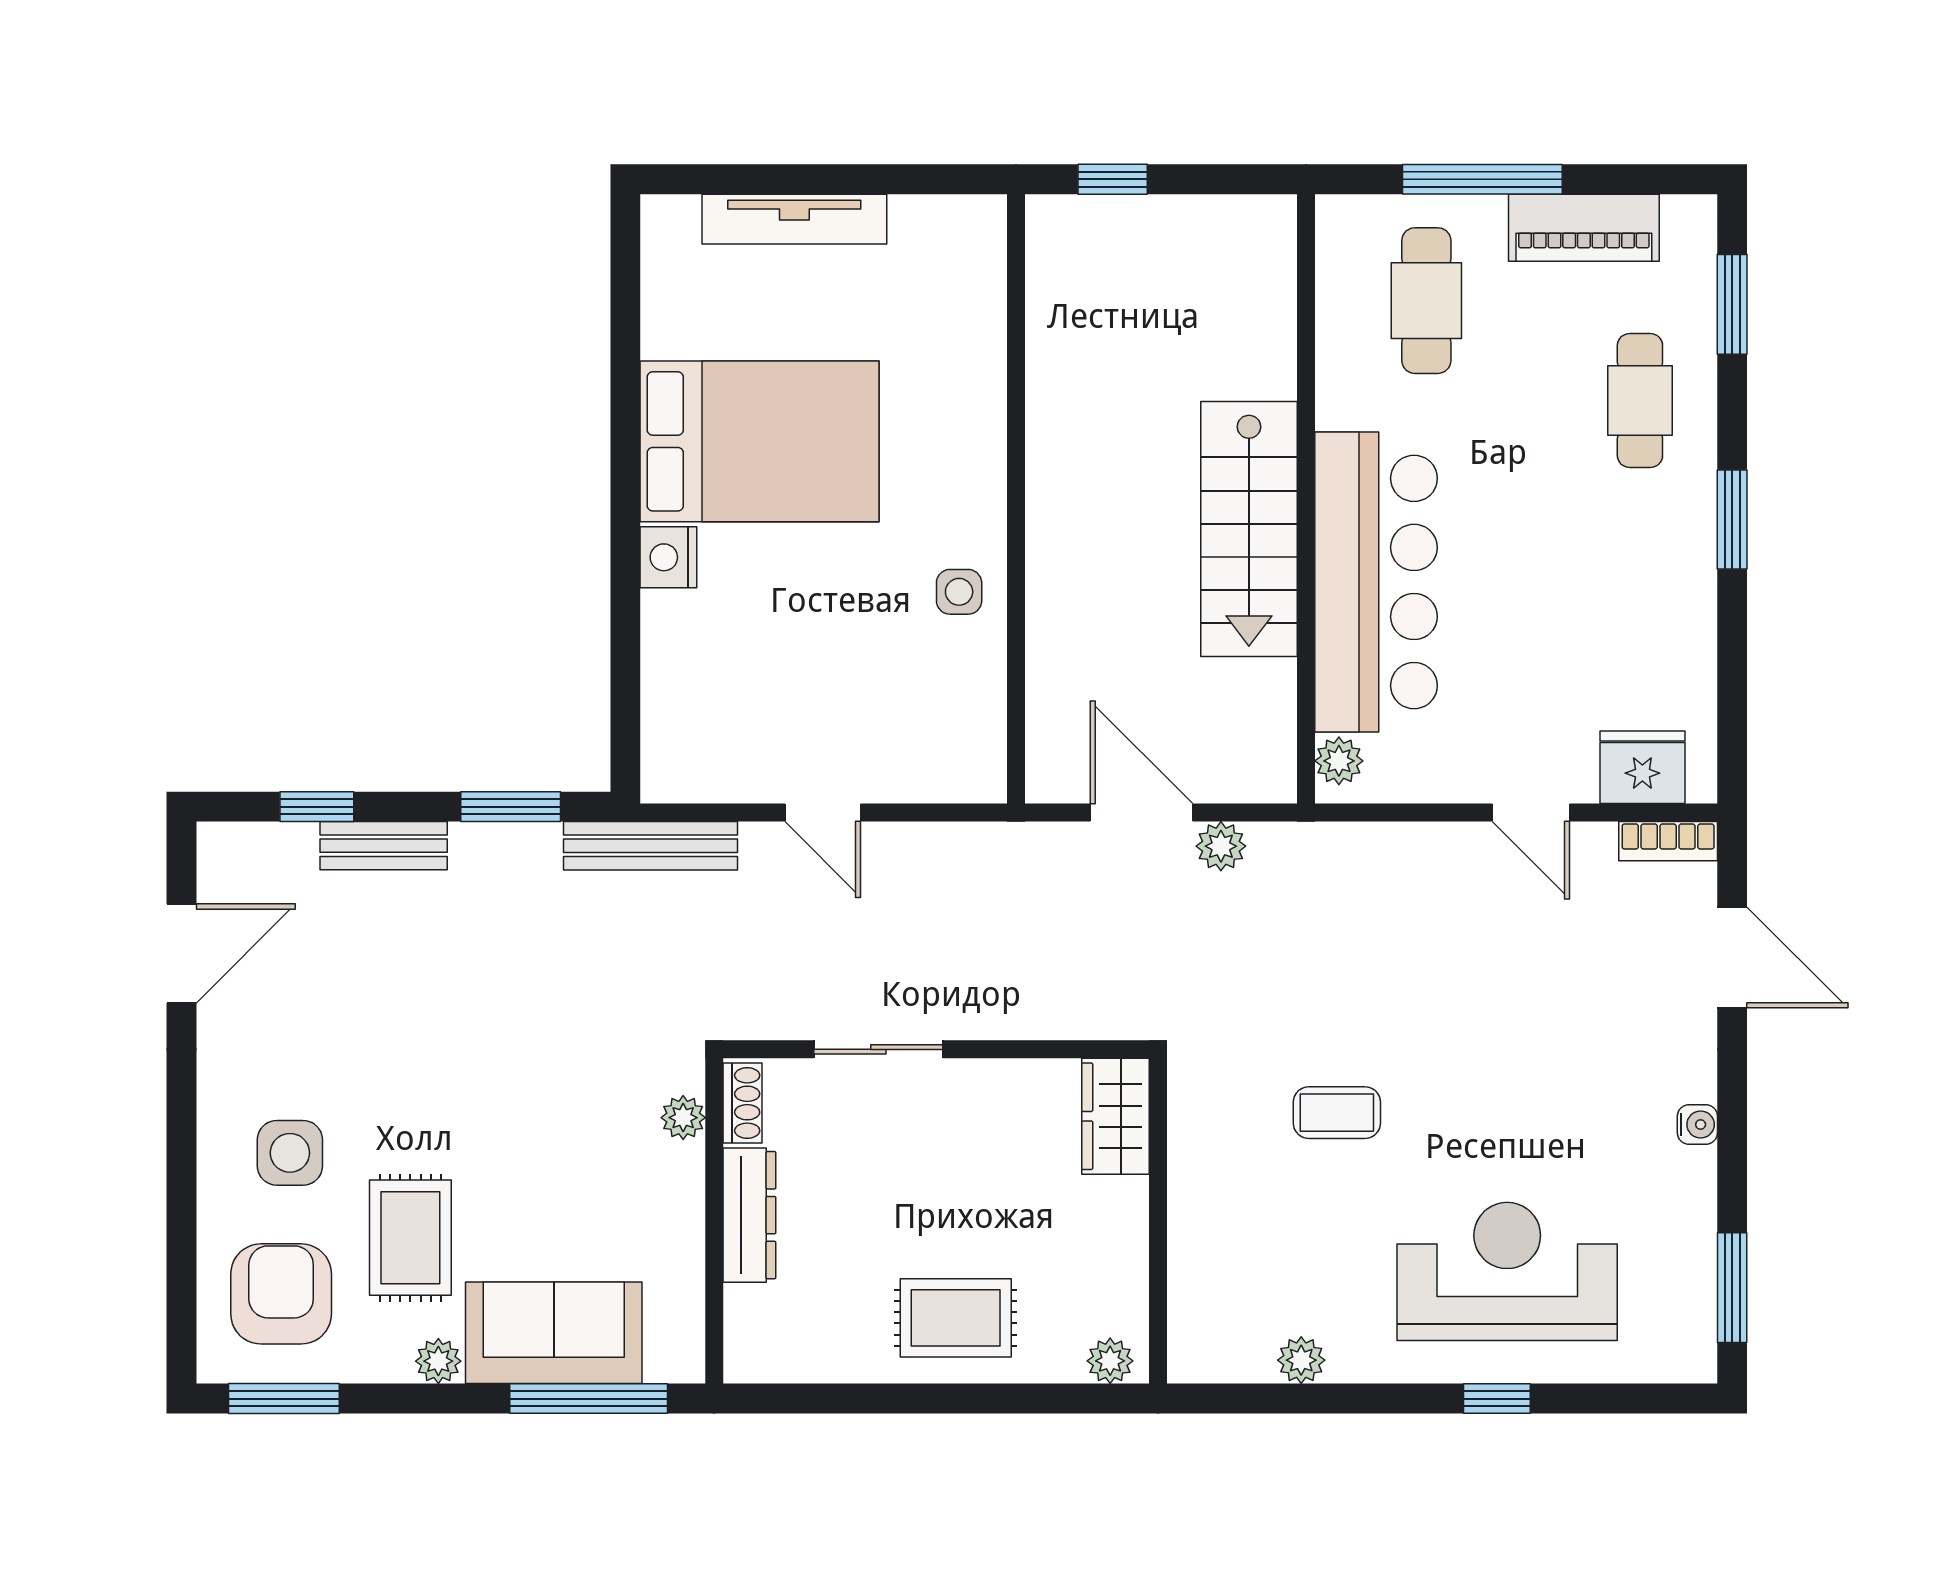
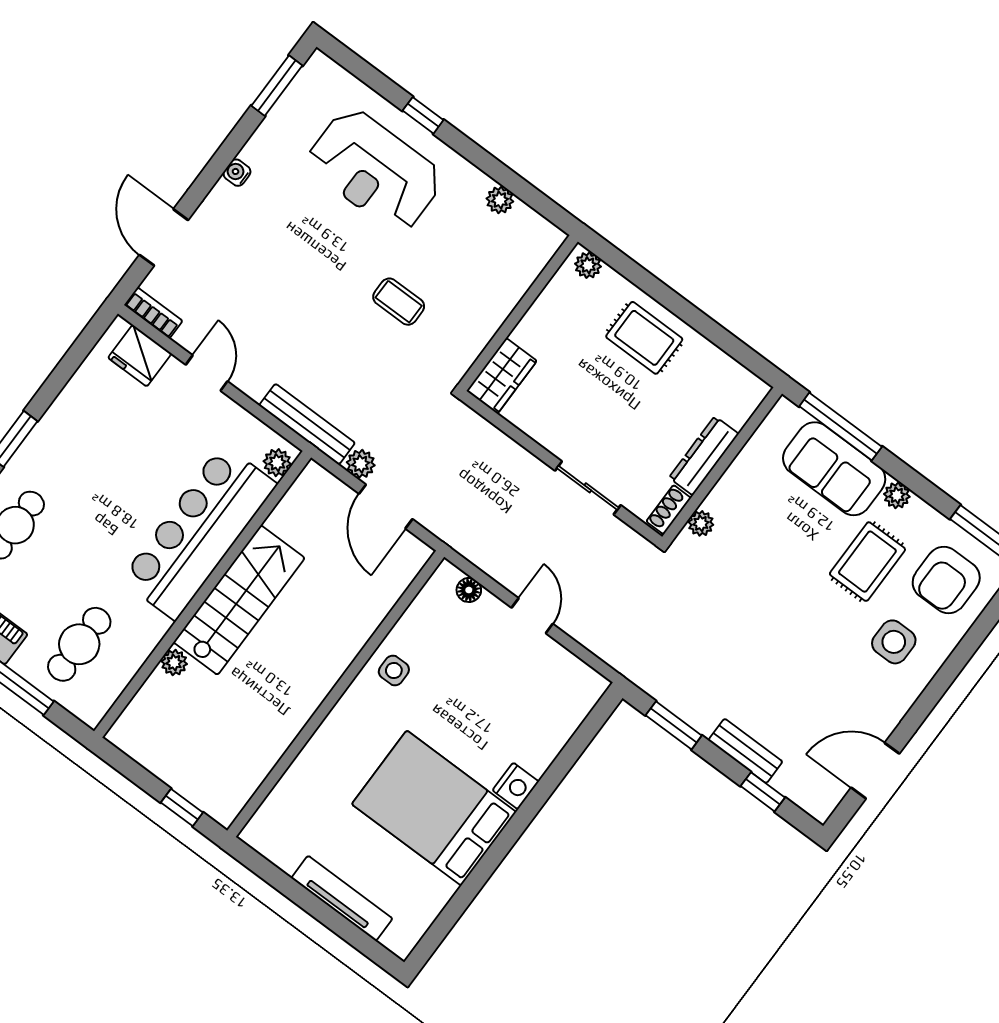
plant: (1275, 374) -> (174, 663), added
floor lamp: (938, 782) -> (469, 590), added
bench: (651, 846) -> (307, 424), moved

